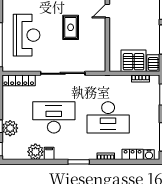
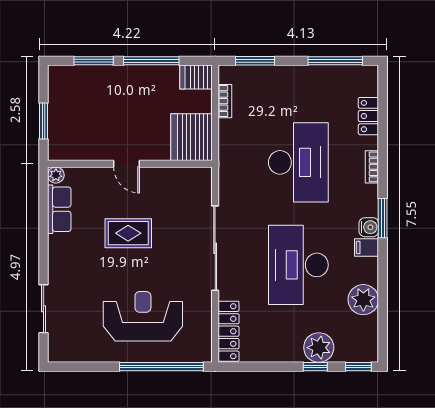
door: (107, 11) -> (127, 164), moved
server rack: (134, 61) -> (191, 137), moved
filing cabinet: (49, 153) -> (367, 247), moved
water cooler: (149, 155) -> (369, 227), moved

